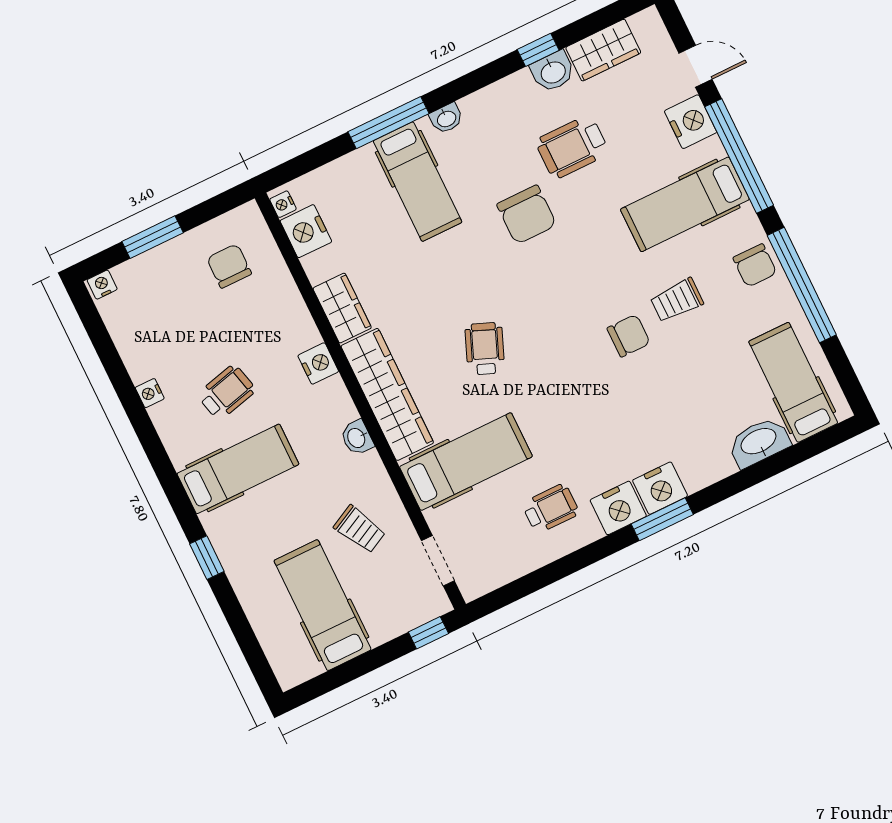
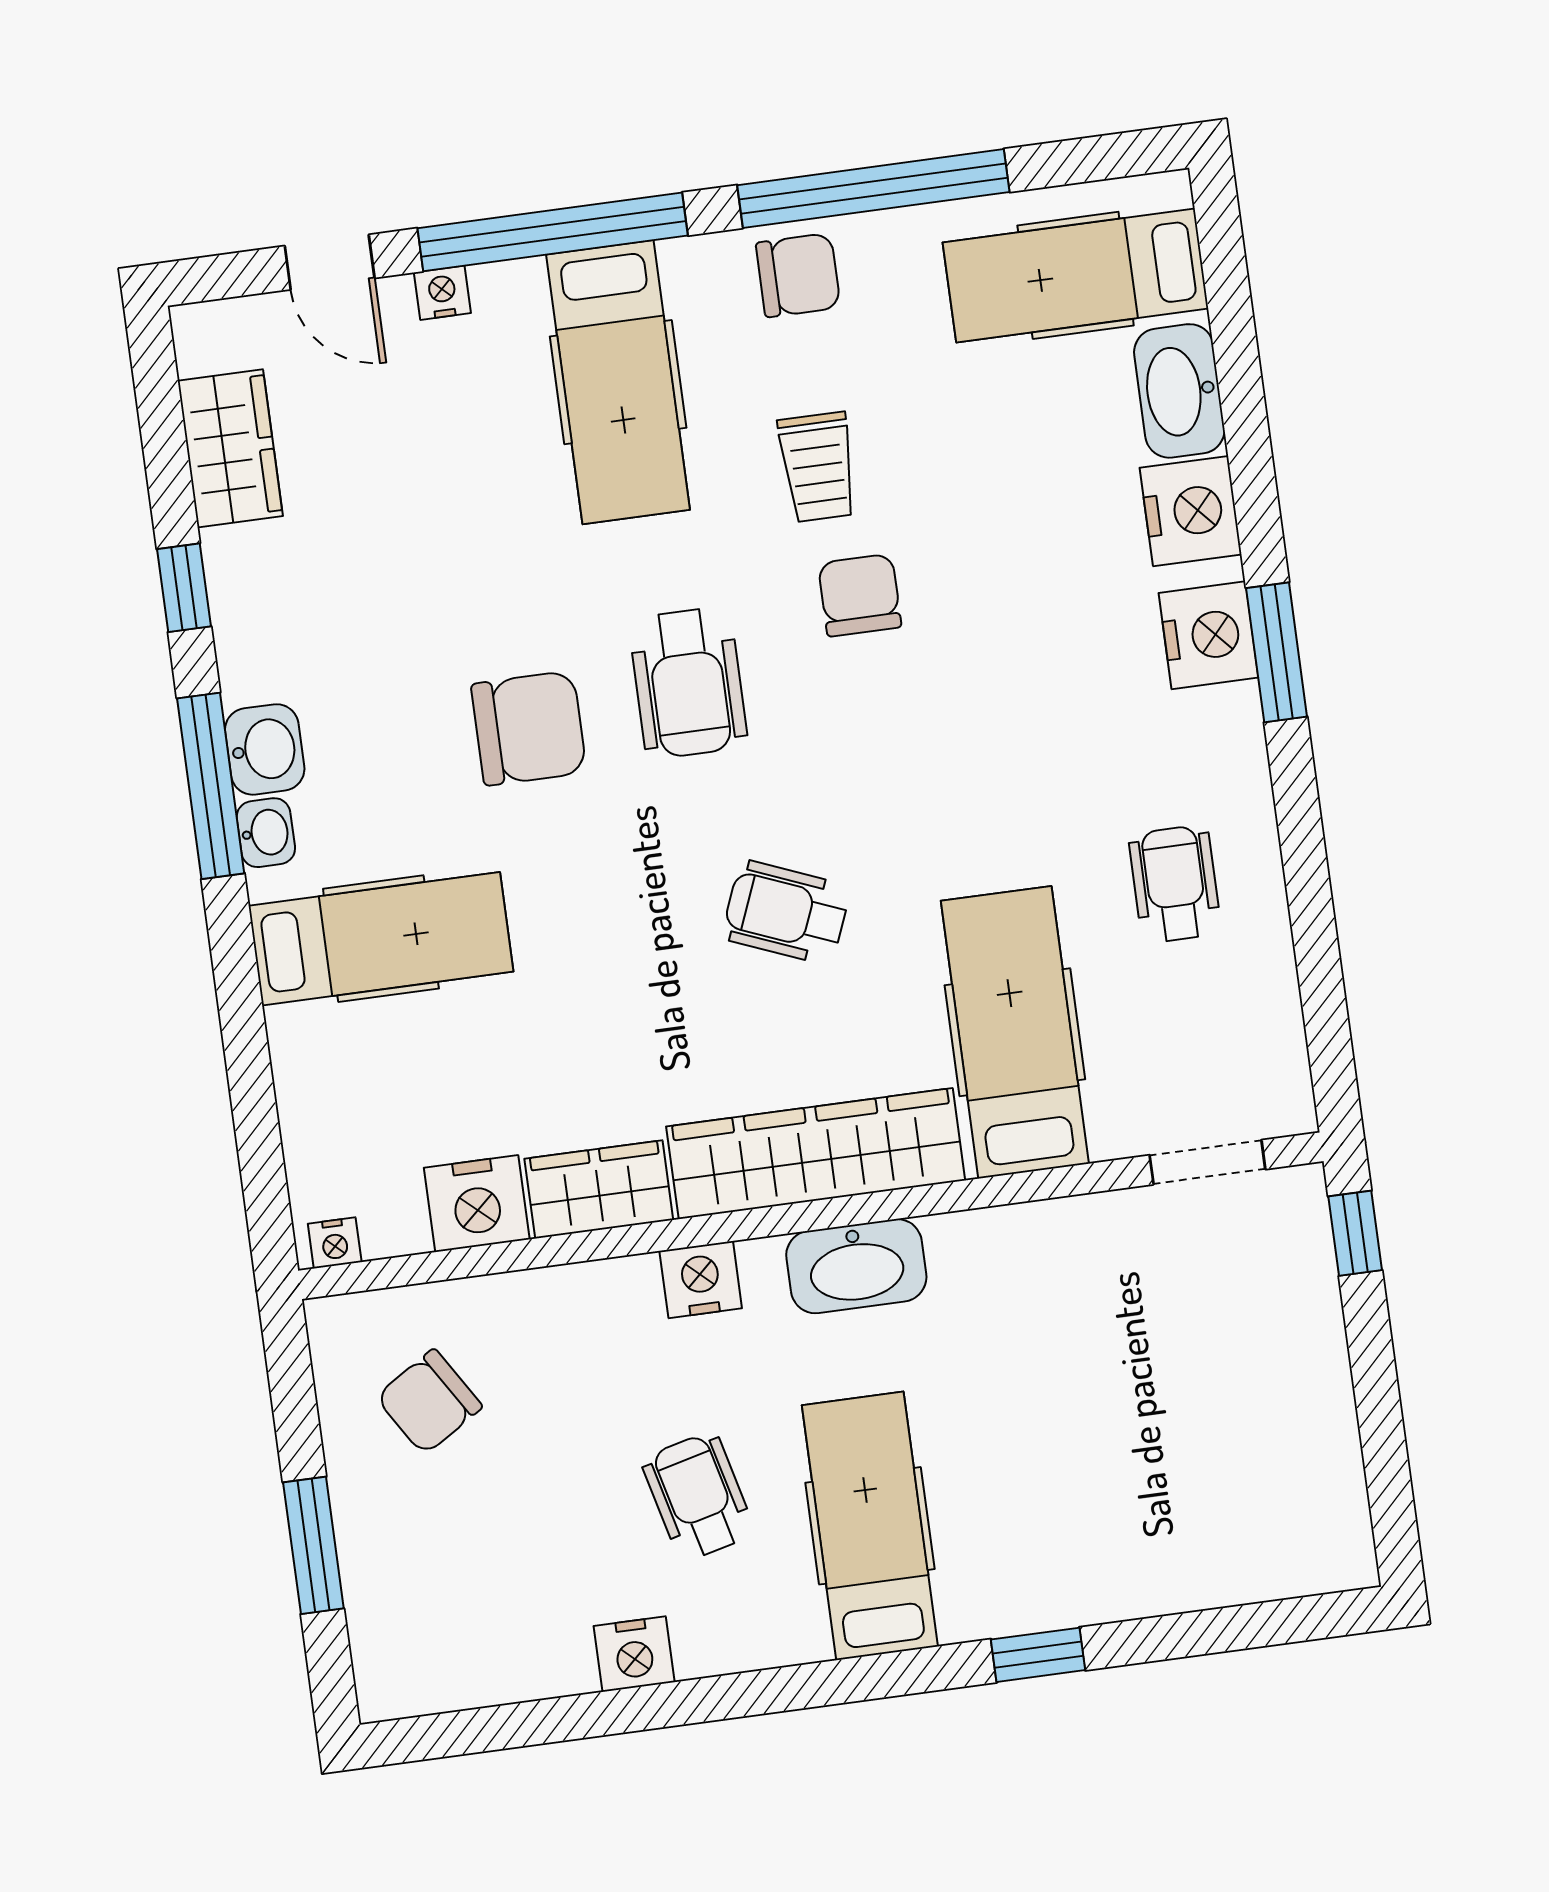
door: (696, 66) -> (330, 262), swing flipped
washbasin: (553, 72) -> (265, 749), moved
nightstand: (691, 122) -> (442, 293), width x0.53, depth x0.56
window: (388, 123) -> (211, 786), moved
wheelchair: (572, 147) -> (688, 683), moved
nightstand: (306, 231) -> (477, 1204), moved
chair: (229, 266) -> (429, 1402), turned -32
nightstand: (102, 285) -> (380, 1687), removed
nightstand: (150, 393) -> (634, 1654), width x1.39, depth x1.35
washbasin: (357, 438) -> (856, 1266), width x1.91, depth x1.45
nightstand: (618, 508) -> (1191, 511), moved
trolley: (360, 529) -> (1085, 1308), removed
hospital bed: (323, 605) -> (1221, 1441), removed

